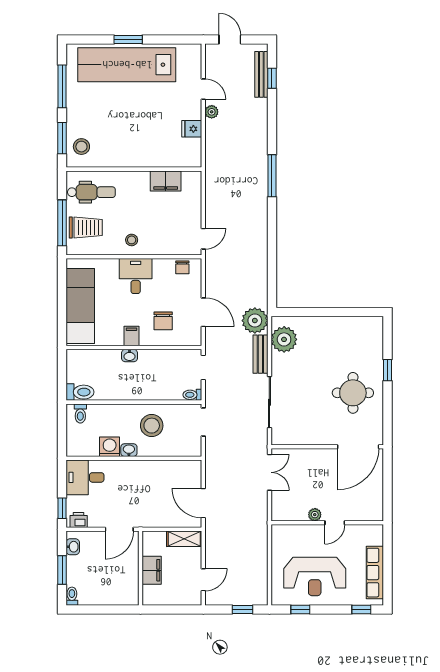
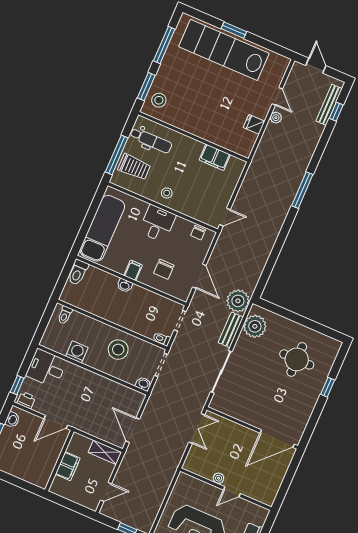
toilet: (80, 392) -> (78, 272), moved, turned 90
round table: (353, 393) -> (297, 359), moved
washbasin: (129, 450) -> (143, 384), moved

